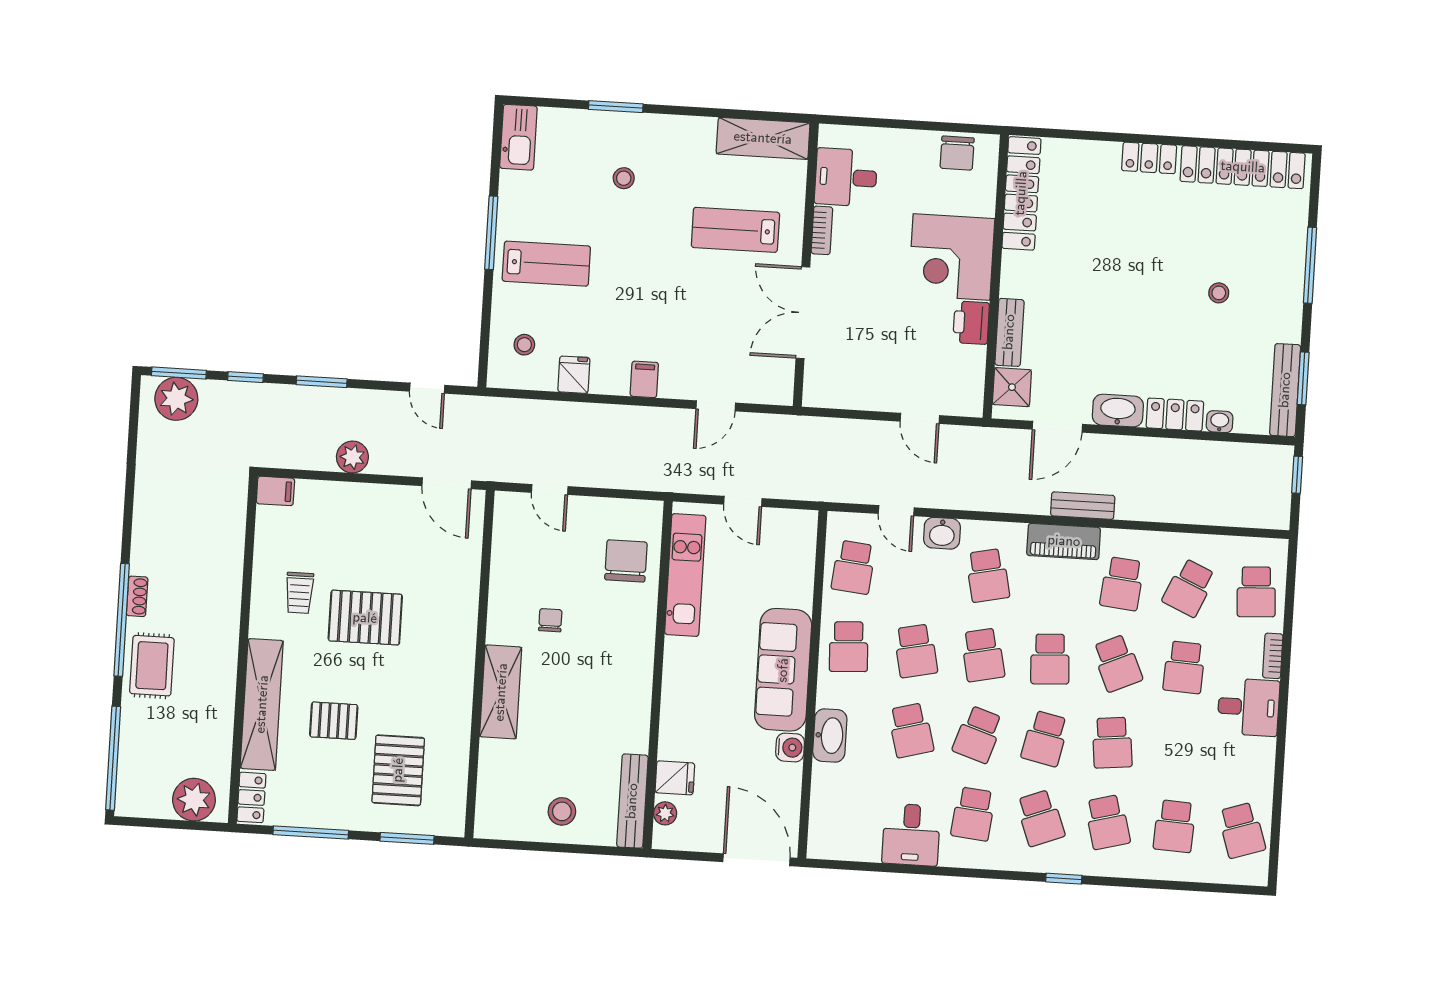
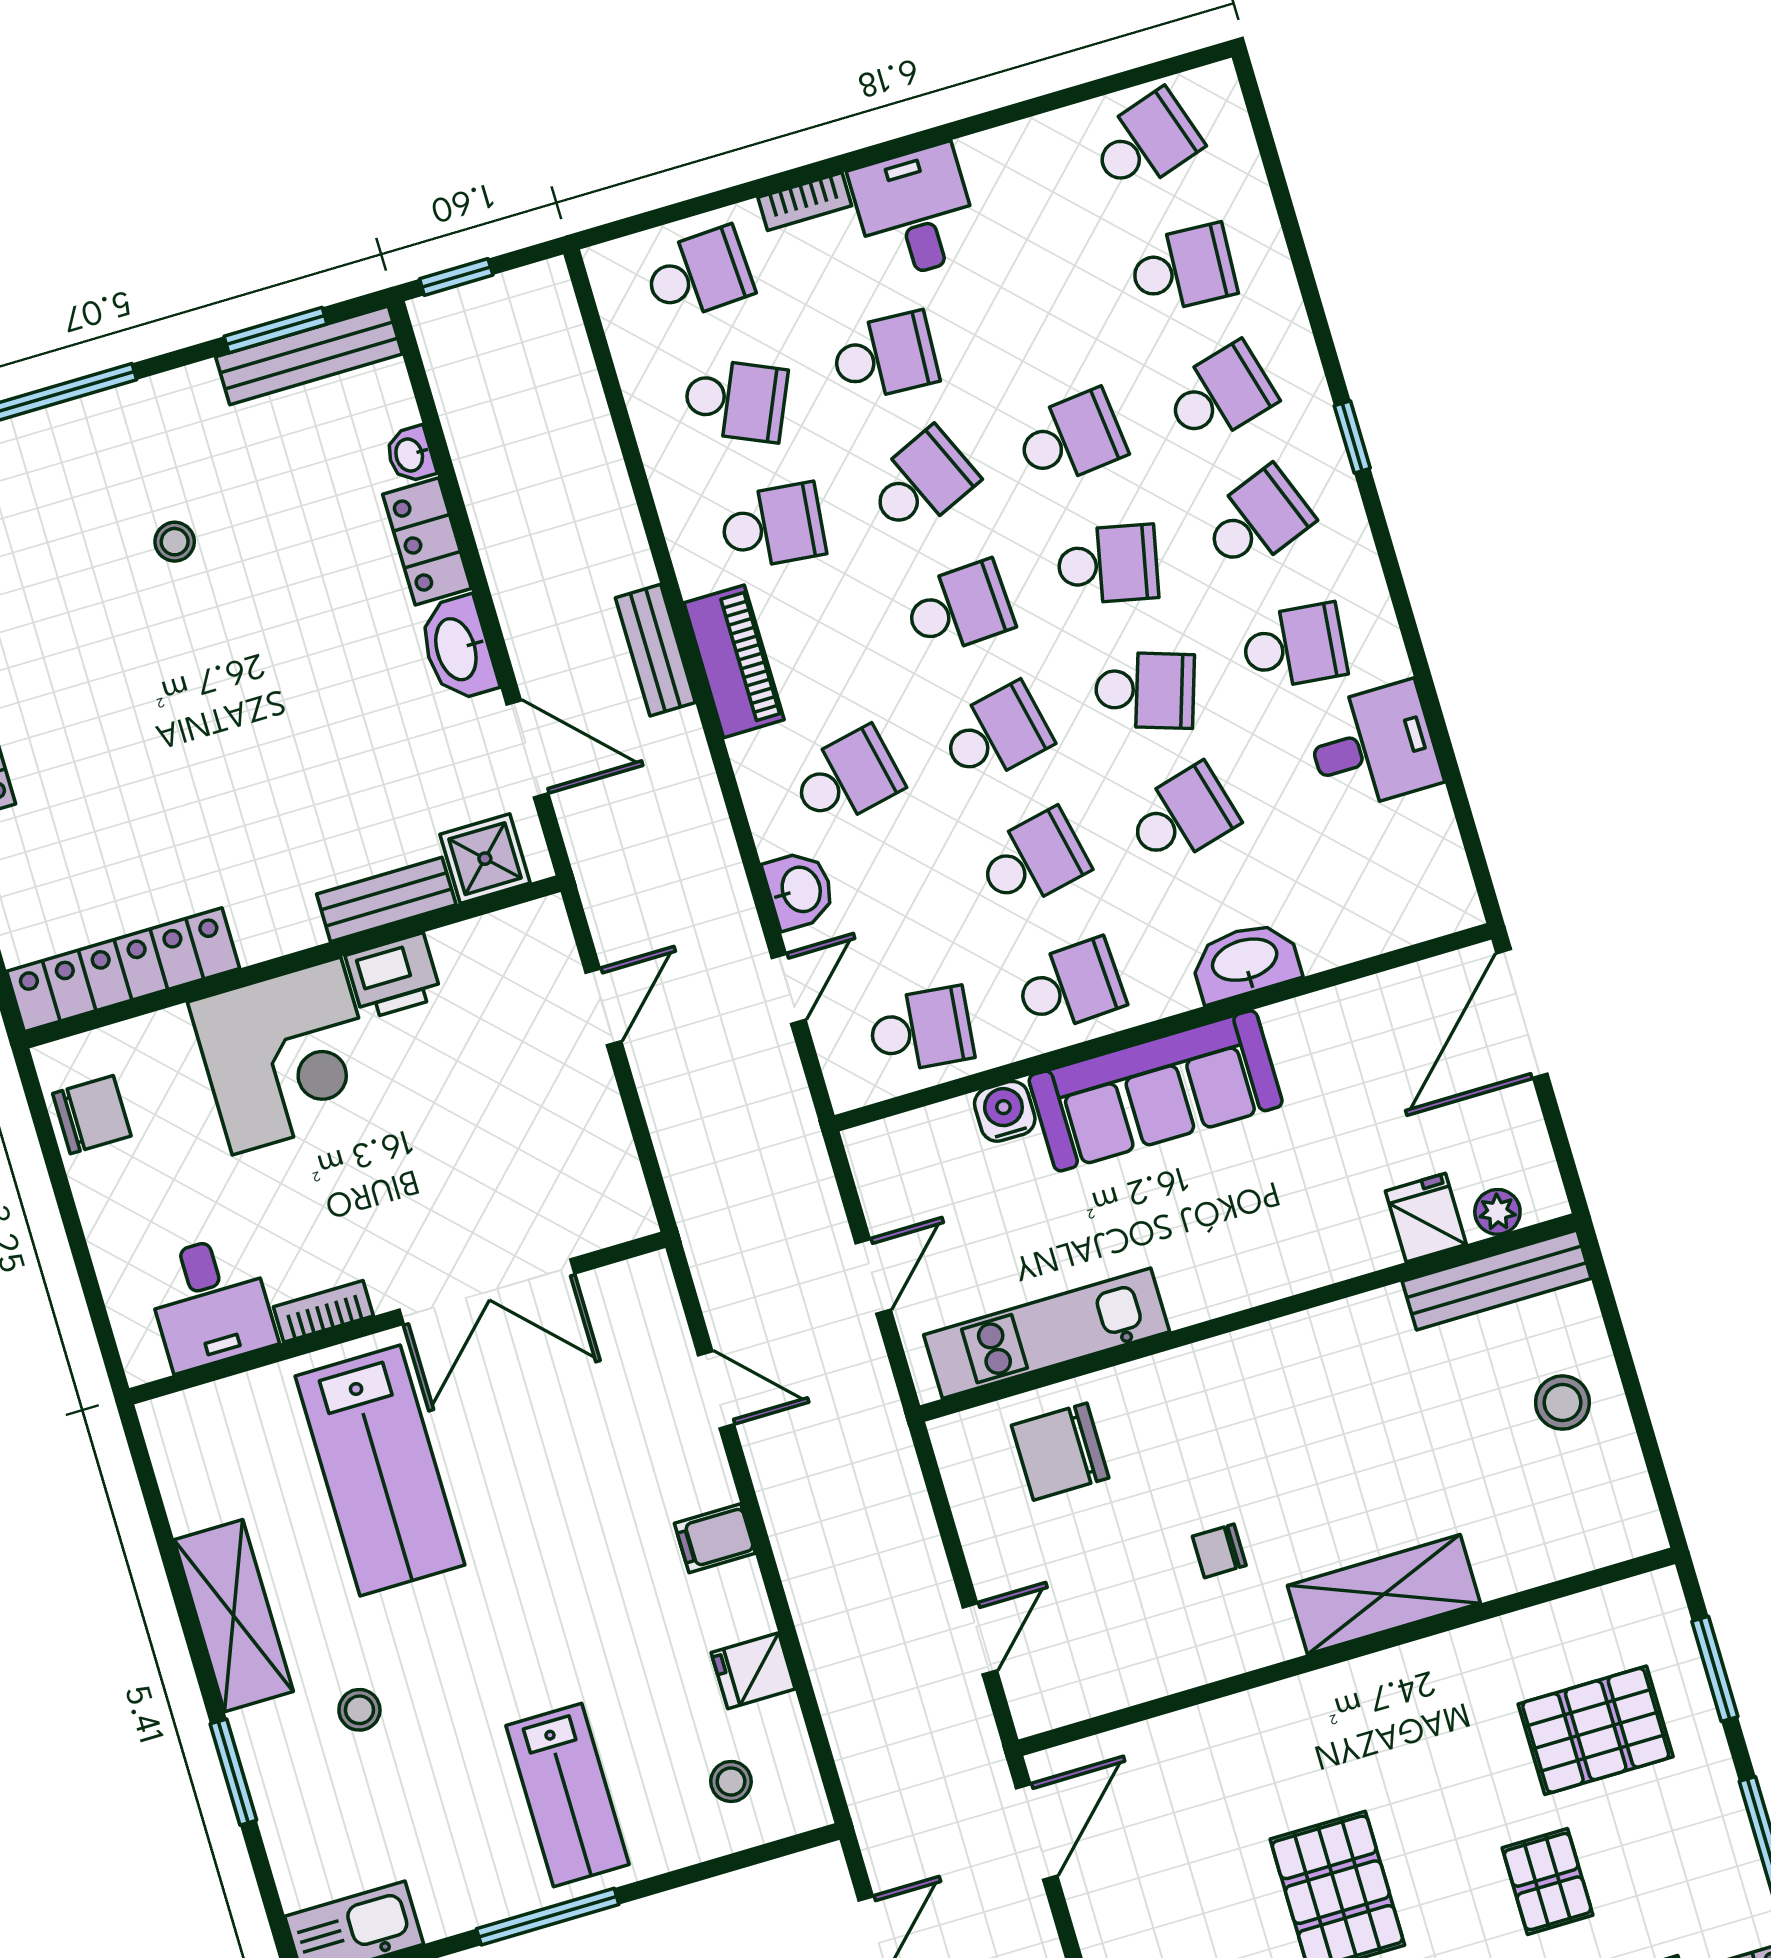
shelving: (763, 138) -> (234, 1616), moved
lab bench: (735, 230) -> (380, 1471), width x1.36, depth x1.39
lab bench: (546, 264) -> (568, 1795), turned 180
water cooler: (790, 747) -> (1005, 1111), moved

